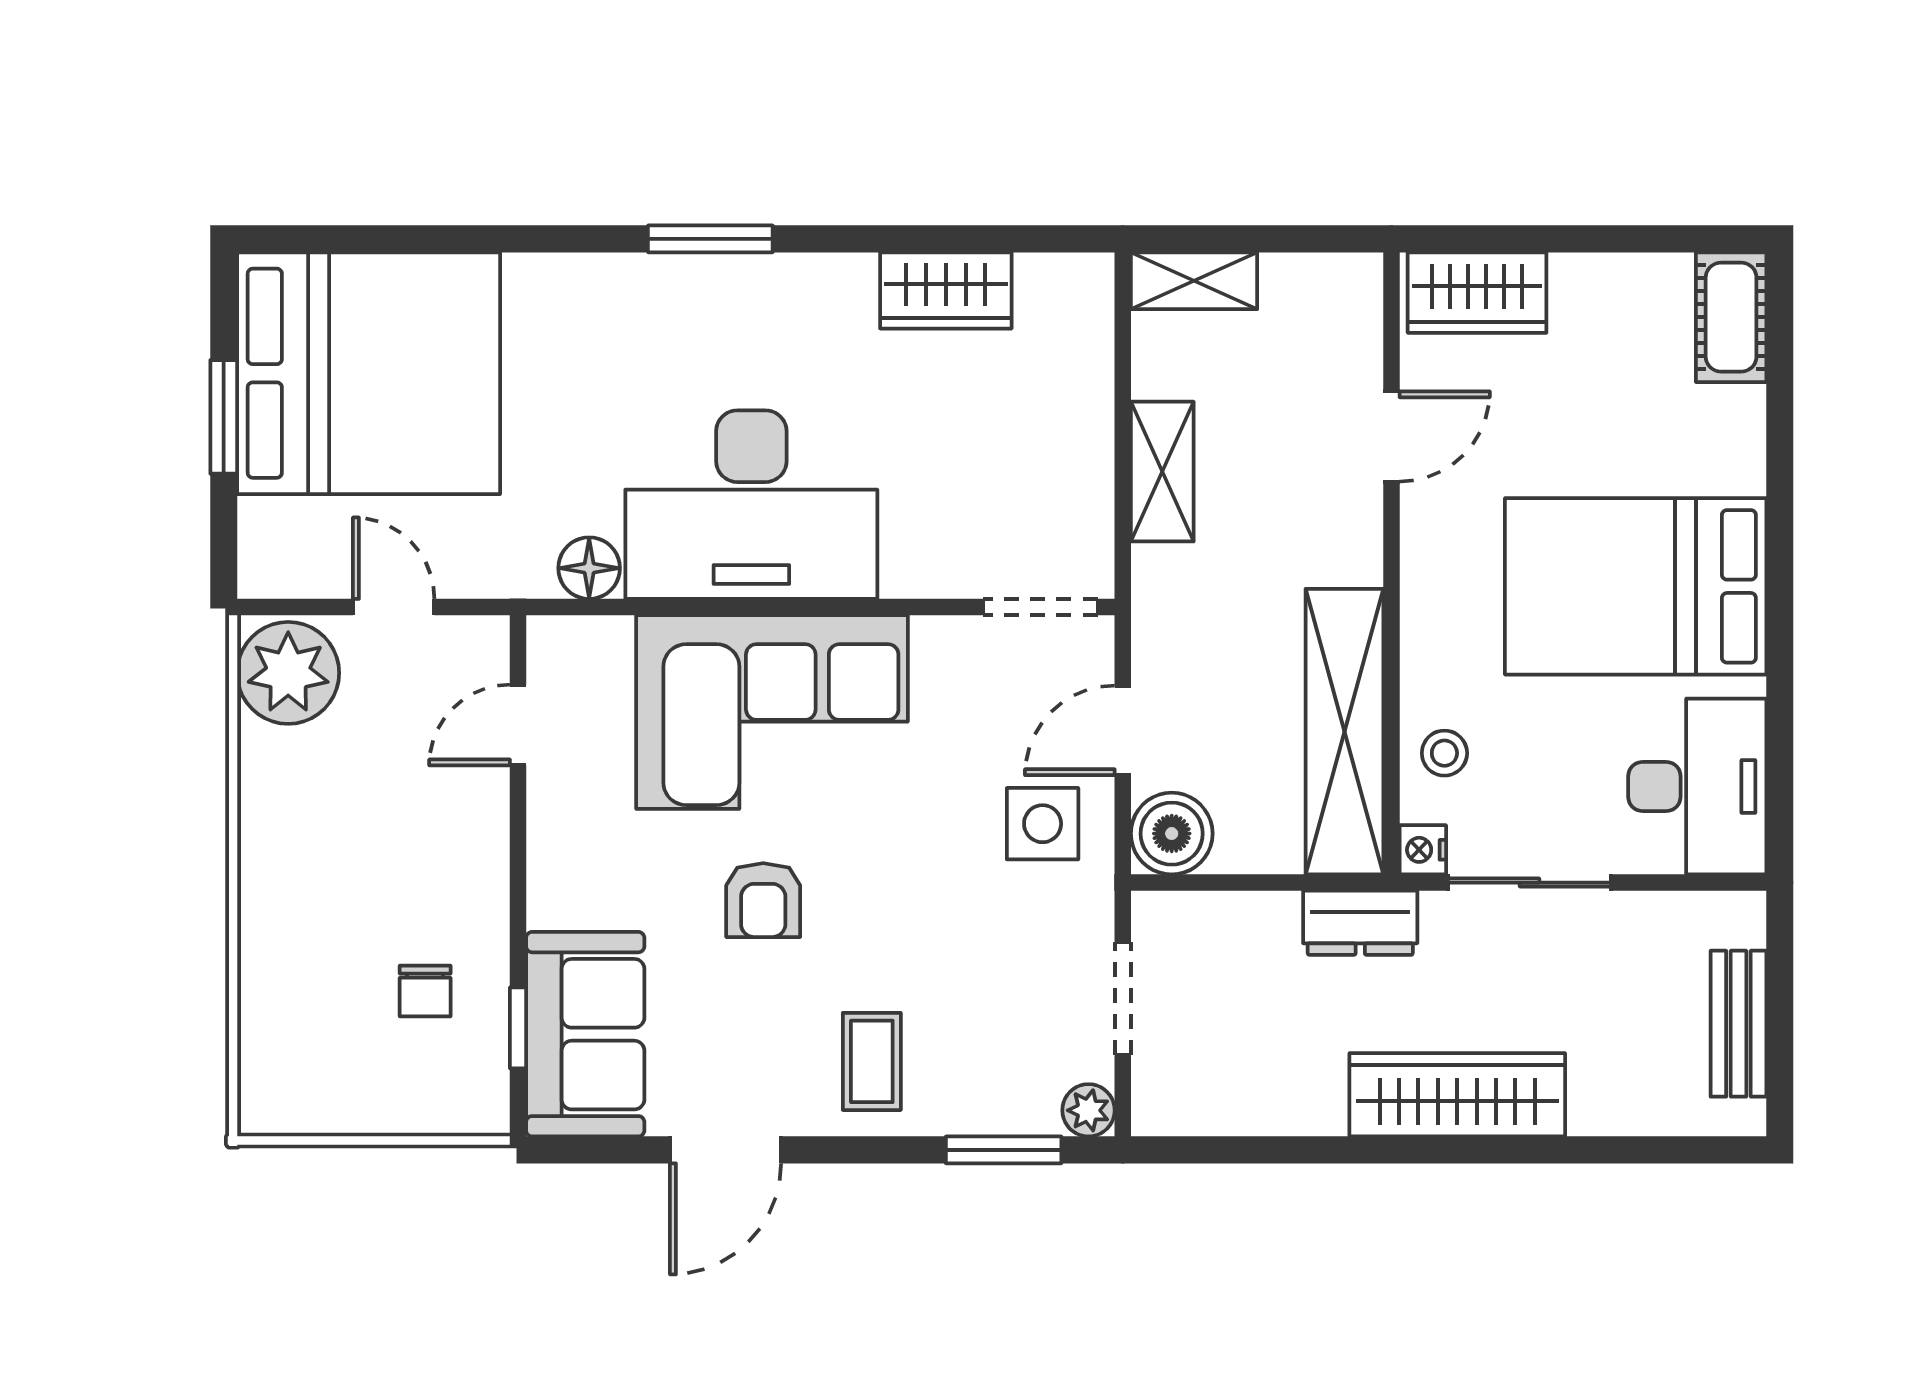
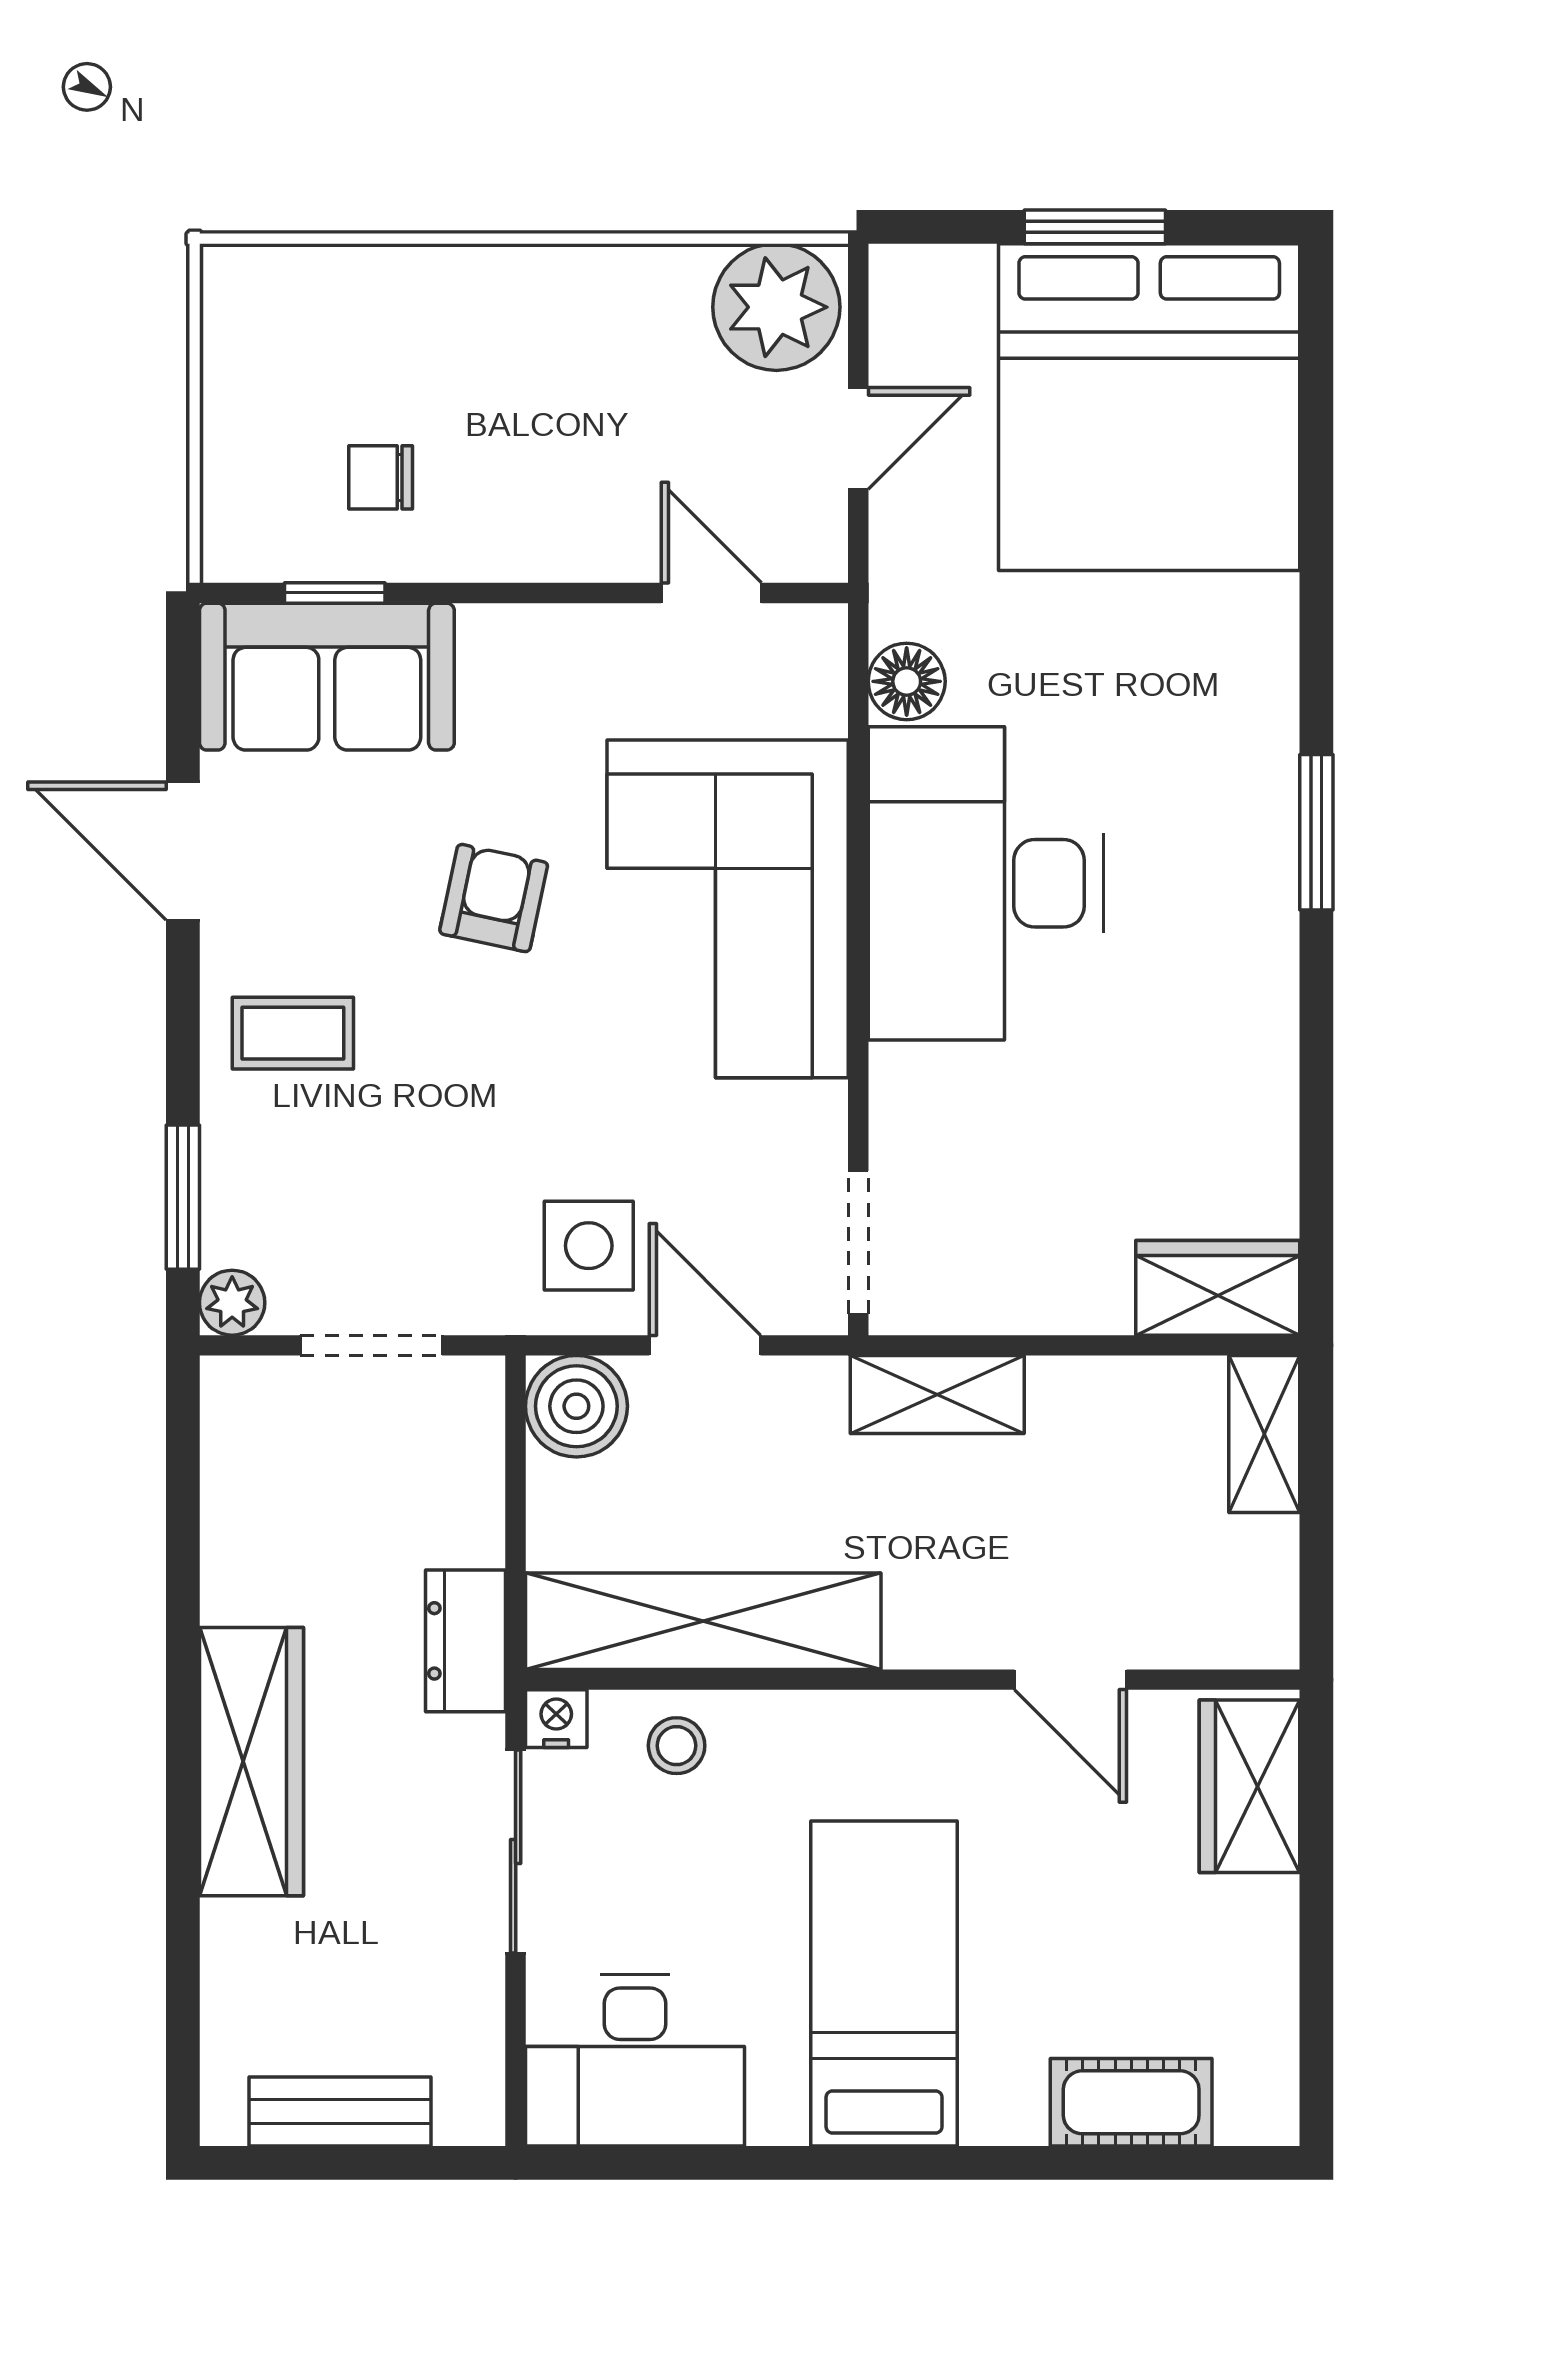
wardrobe: (946, 290) -> (1218, 1288), moved, turned 90
cot: (1731, 317) -> (1131, 2102), moved
shelving: (1162, 472) -> (937, 1394), moved
bed: (1636, 586) -> (884, 1983), width x0.67
armchair: (763, 900) -> (494, 898), turned 102

